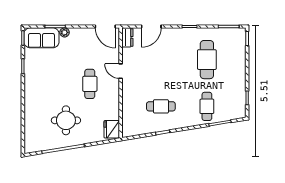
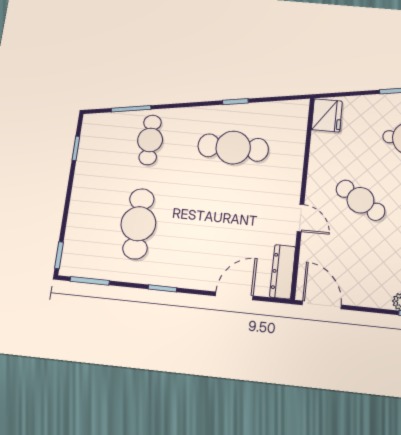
dresser: (127, 37) -> (283, 272), width x1.44
cafe table: (90, 84) -> (360, 200), turned -58
cafe table: (161, 106) -> (233, 148), width x1.37, depth x1.35

